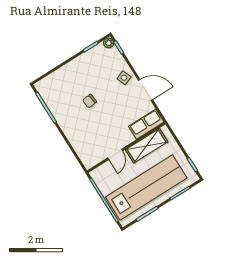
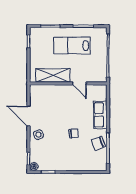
chair: (59, 107) -> (98, 143), added
row of seats: (146, 124) -> (100, 115), moved, turned 90
door: (115, 154) -> (79, 83), swing flipped
lab bench: (146, 188) -> (72, 46), width x0.54, depth x0.72

